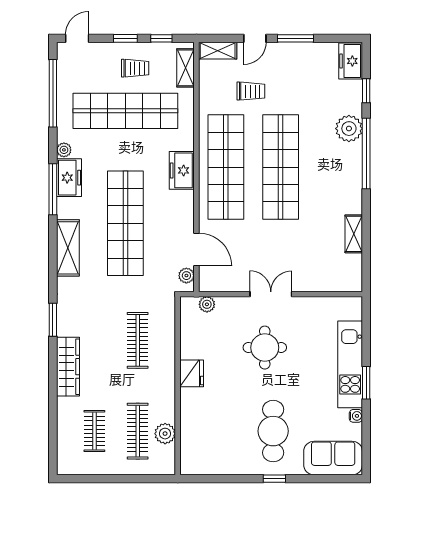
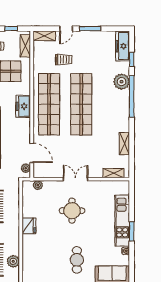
freezer: (351, 61) -> (123, 46), width x1.40
shelving: (335, 284) -> (113, 173), added
cafe table: (273, 431) -> (77, 260), width x0.73, depth x0.74

